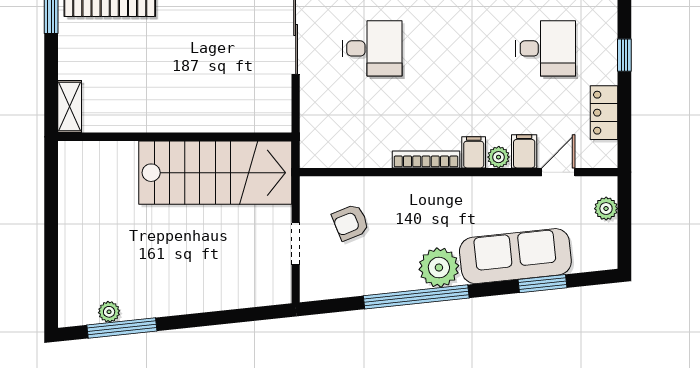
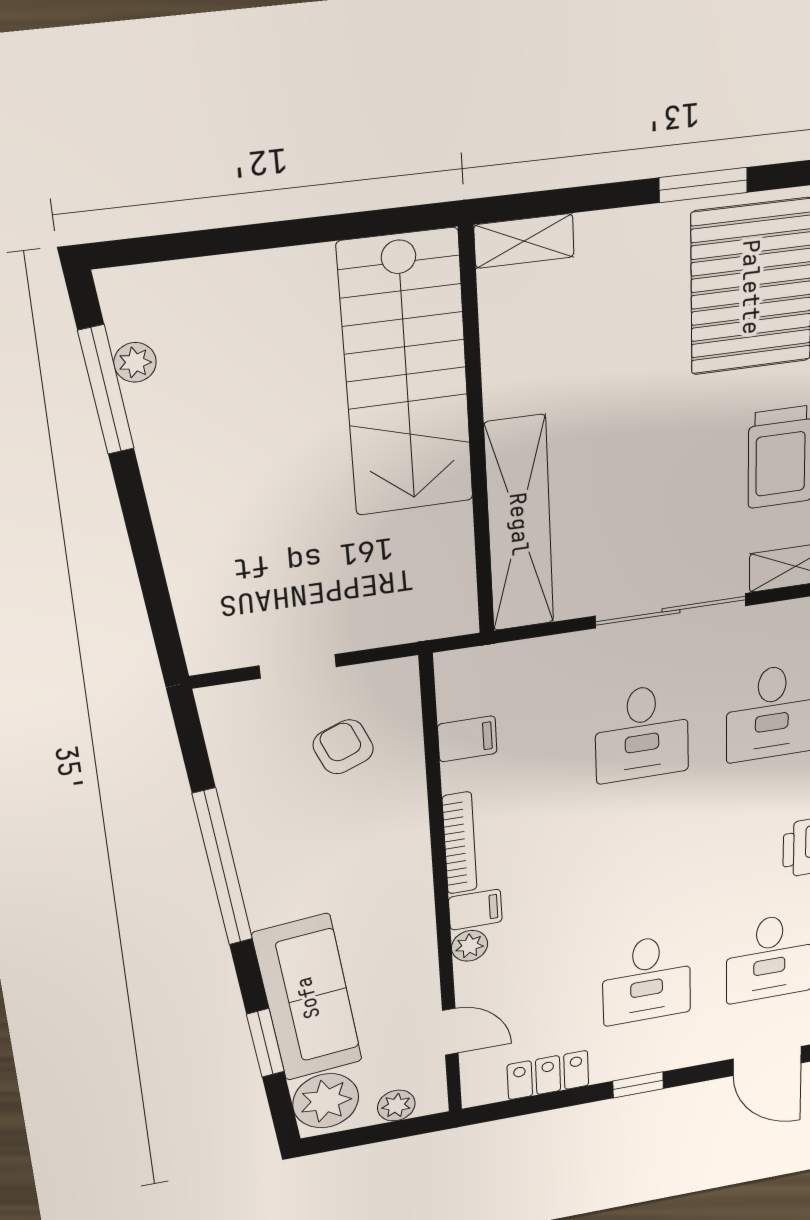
shelving: (229, 116) -> (519, 524), added
filing cabinet: (524, 151) -> (467, 739), moved
stairs: (215, 173) -> (406, 374), moved
plant: (439, 268) -> (326, 1101), moved

